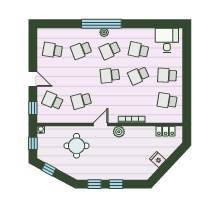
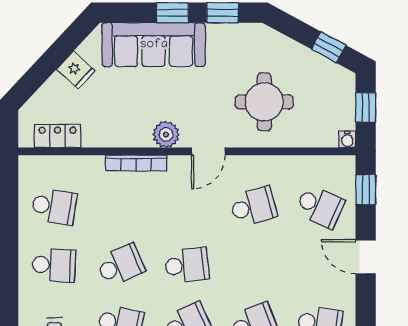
sofa: (124, 170) -> (154, 45), added

